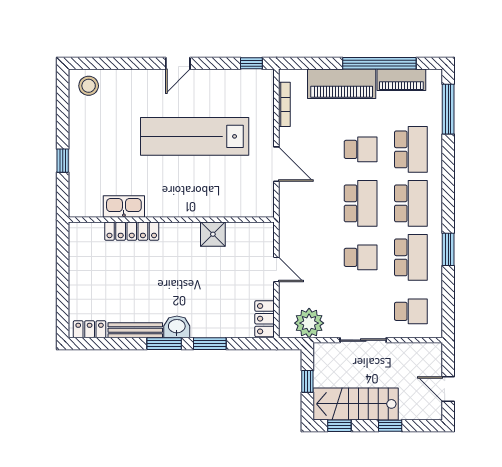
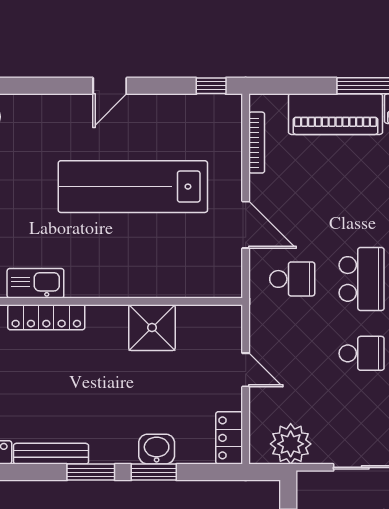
school desk: (361, 149) -> (292, 279), moved
shower: (213, 234) -> (152, 328), width x1.36, depth x1.36
washbasin: (177, 327) -> (157, 449), moved

